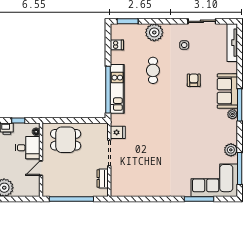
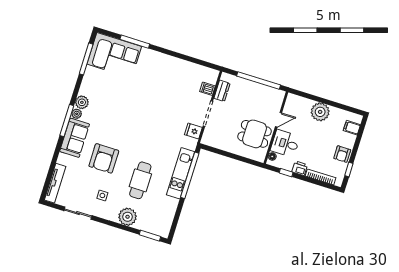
dishwasher: (117, 45) -> (207, 89), moved
cafe table: (153, 70) -> (140, 180), width x1.37, depth x1.35
armchair: (194, 80) -> (104, 158), width x1.88, depth x1.88
dining table: (66, 140) -> (254, 134), moved
plant: (231, 150) -> (82, 102), moved

